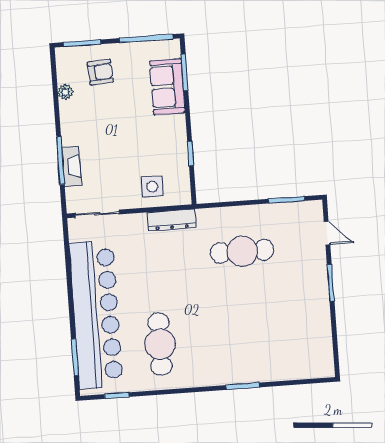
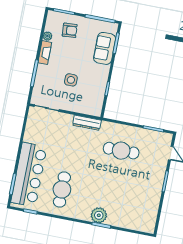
fireplace: (72, 166) -> (45, 53), moved
side table: (152, 187) -> (71, 80), moved
bar counter: (96, 315) -> (29, 175), width x0.73
plant: (234, 371) -> (99, 215), added

